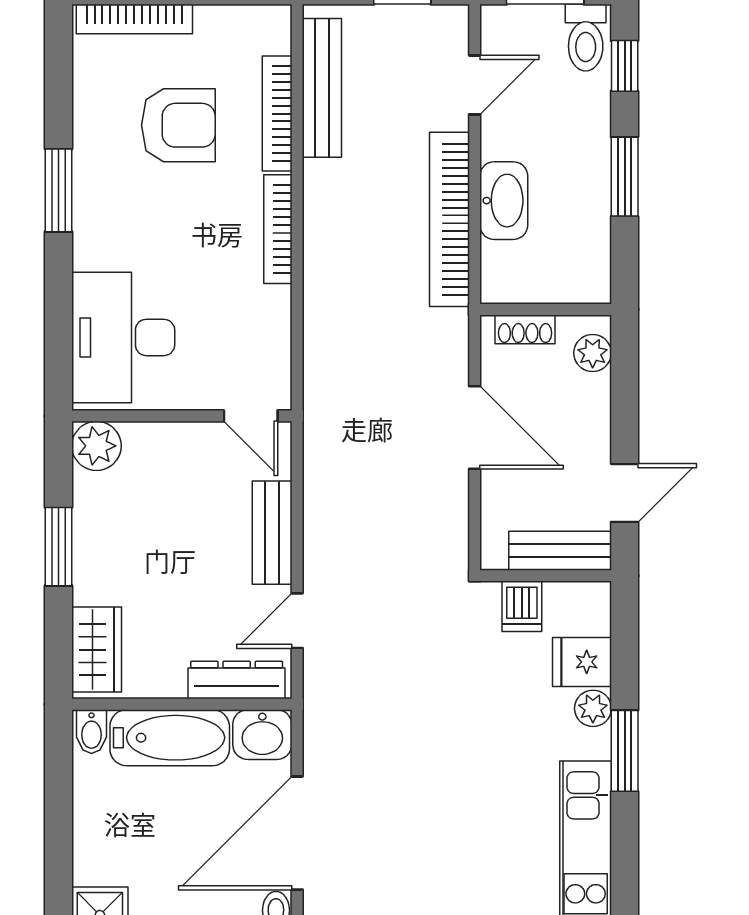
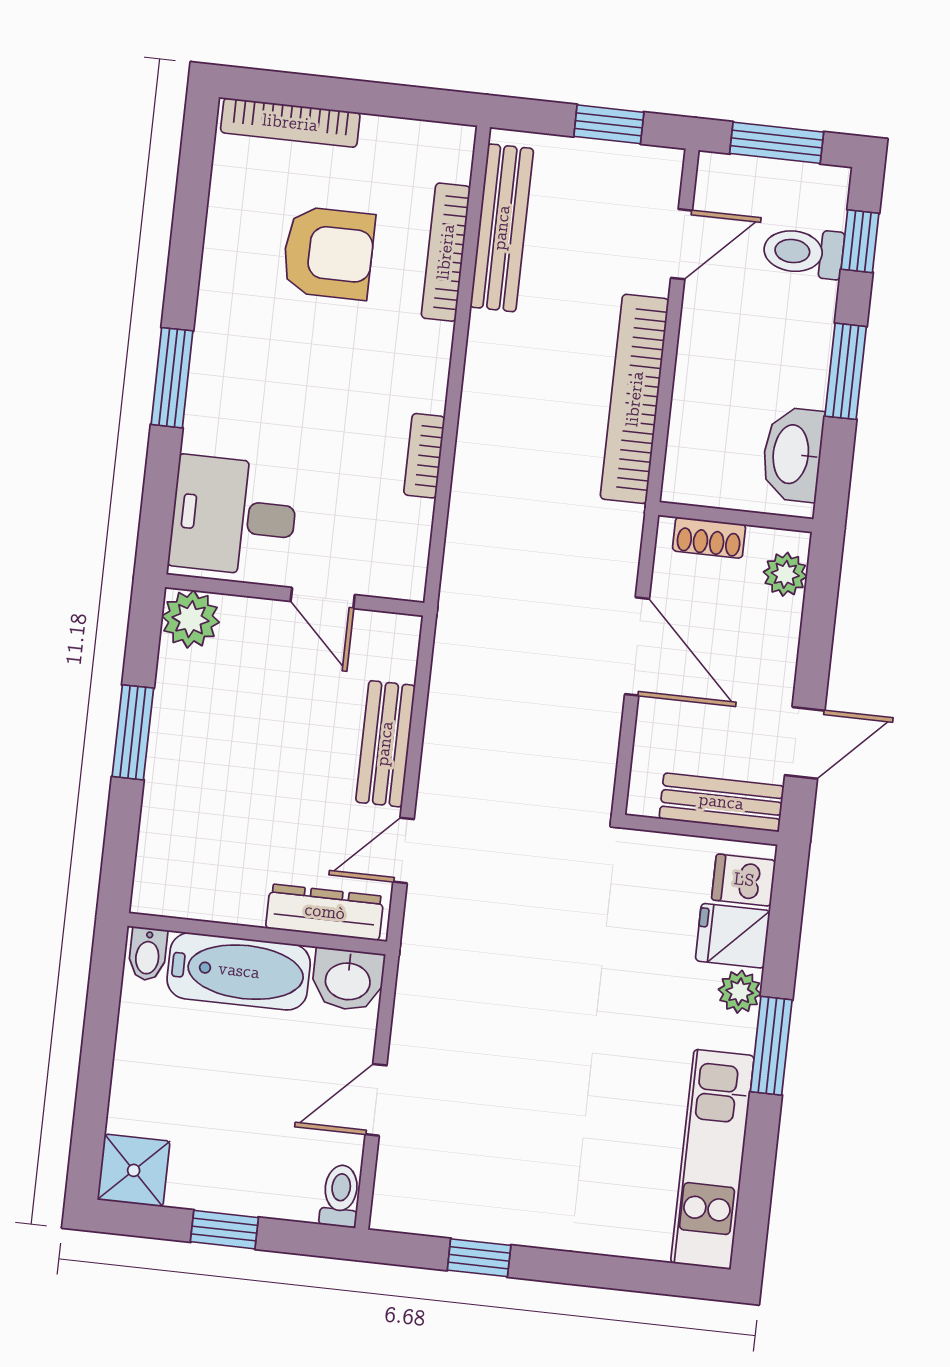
toilet: (586, 38) -> (803, 252), moved, turned 90
window: (58, 190) -> (172, 378), moved
washbasin: (504, 201) -> (792, 454), moved, turned 180
bookcase: (278, 229) -> (424, 456), moved, width x0.64
desk: (123, 337) -> (234, 516), width x0.73
door: (251, 416) -> (323, 598), moved
dishwasher: (522, 606) -> (744, 880), moved, turned 90
wardrobe: (97, 650) -> (164, 858), removed
door: (297, 833) -> (376, 1100), width x0.53

